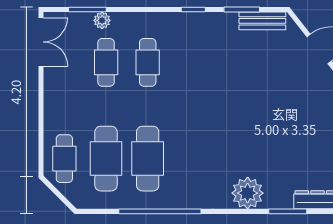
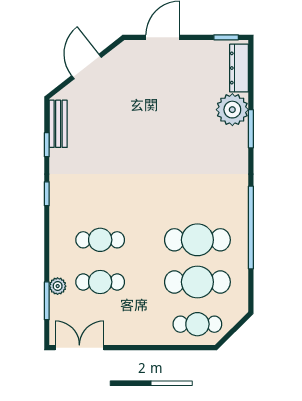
window: (242, 10) -> (47, 145), width x0.67
plant: (248, 193) -> (232, 110), moved
window: (288, 211) -> (251, 129), moved

